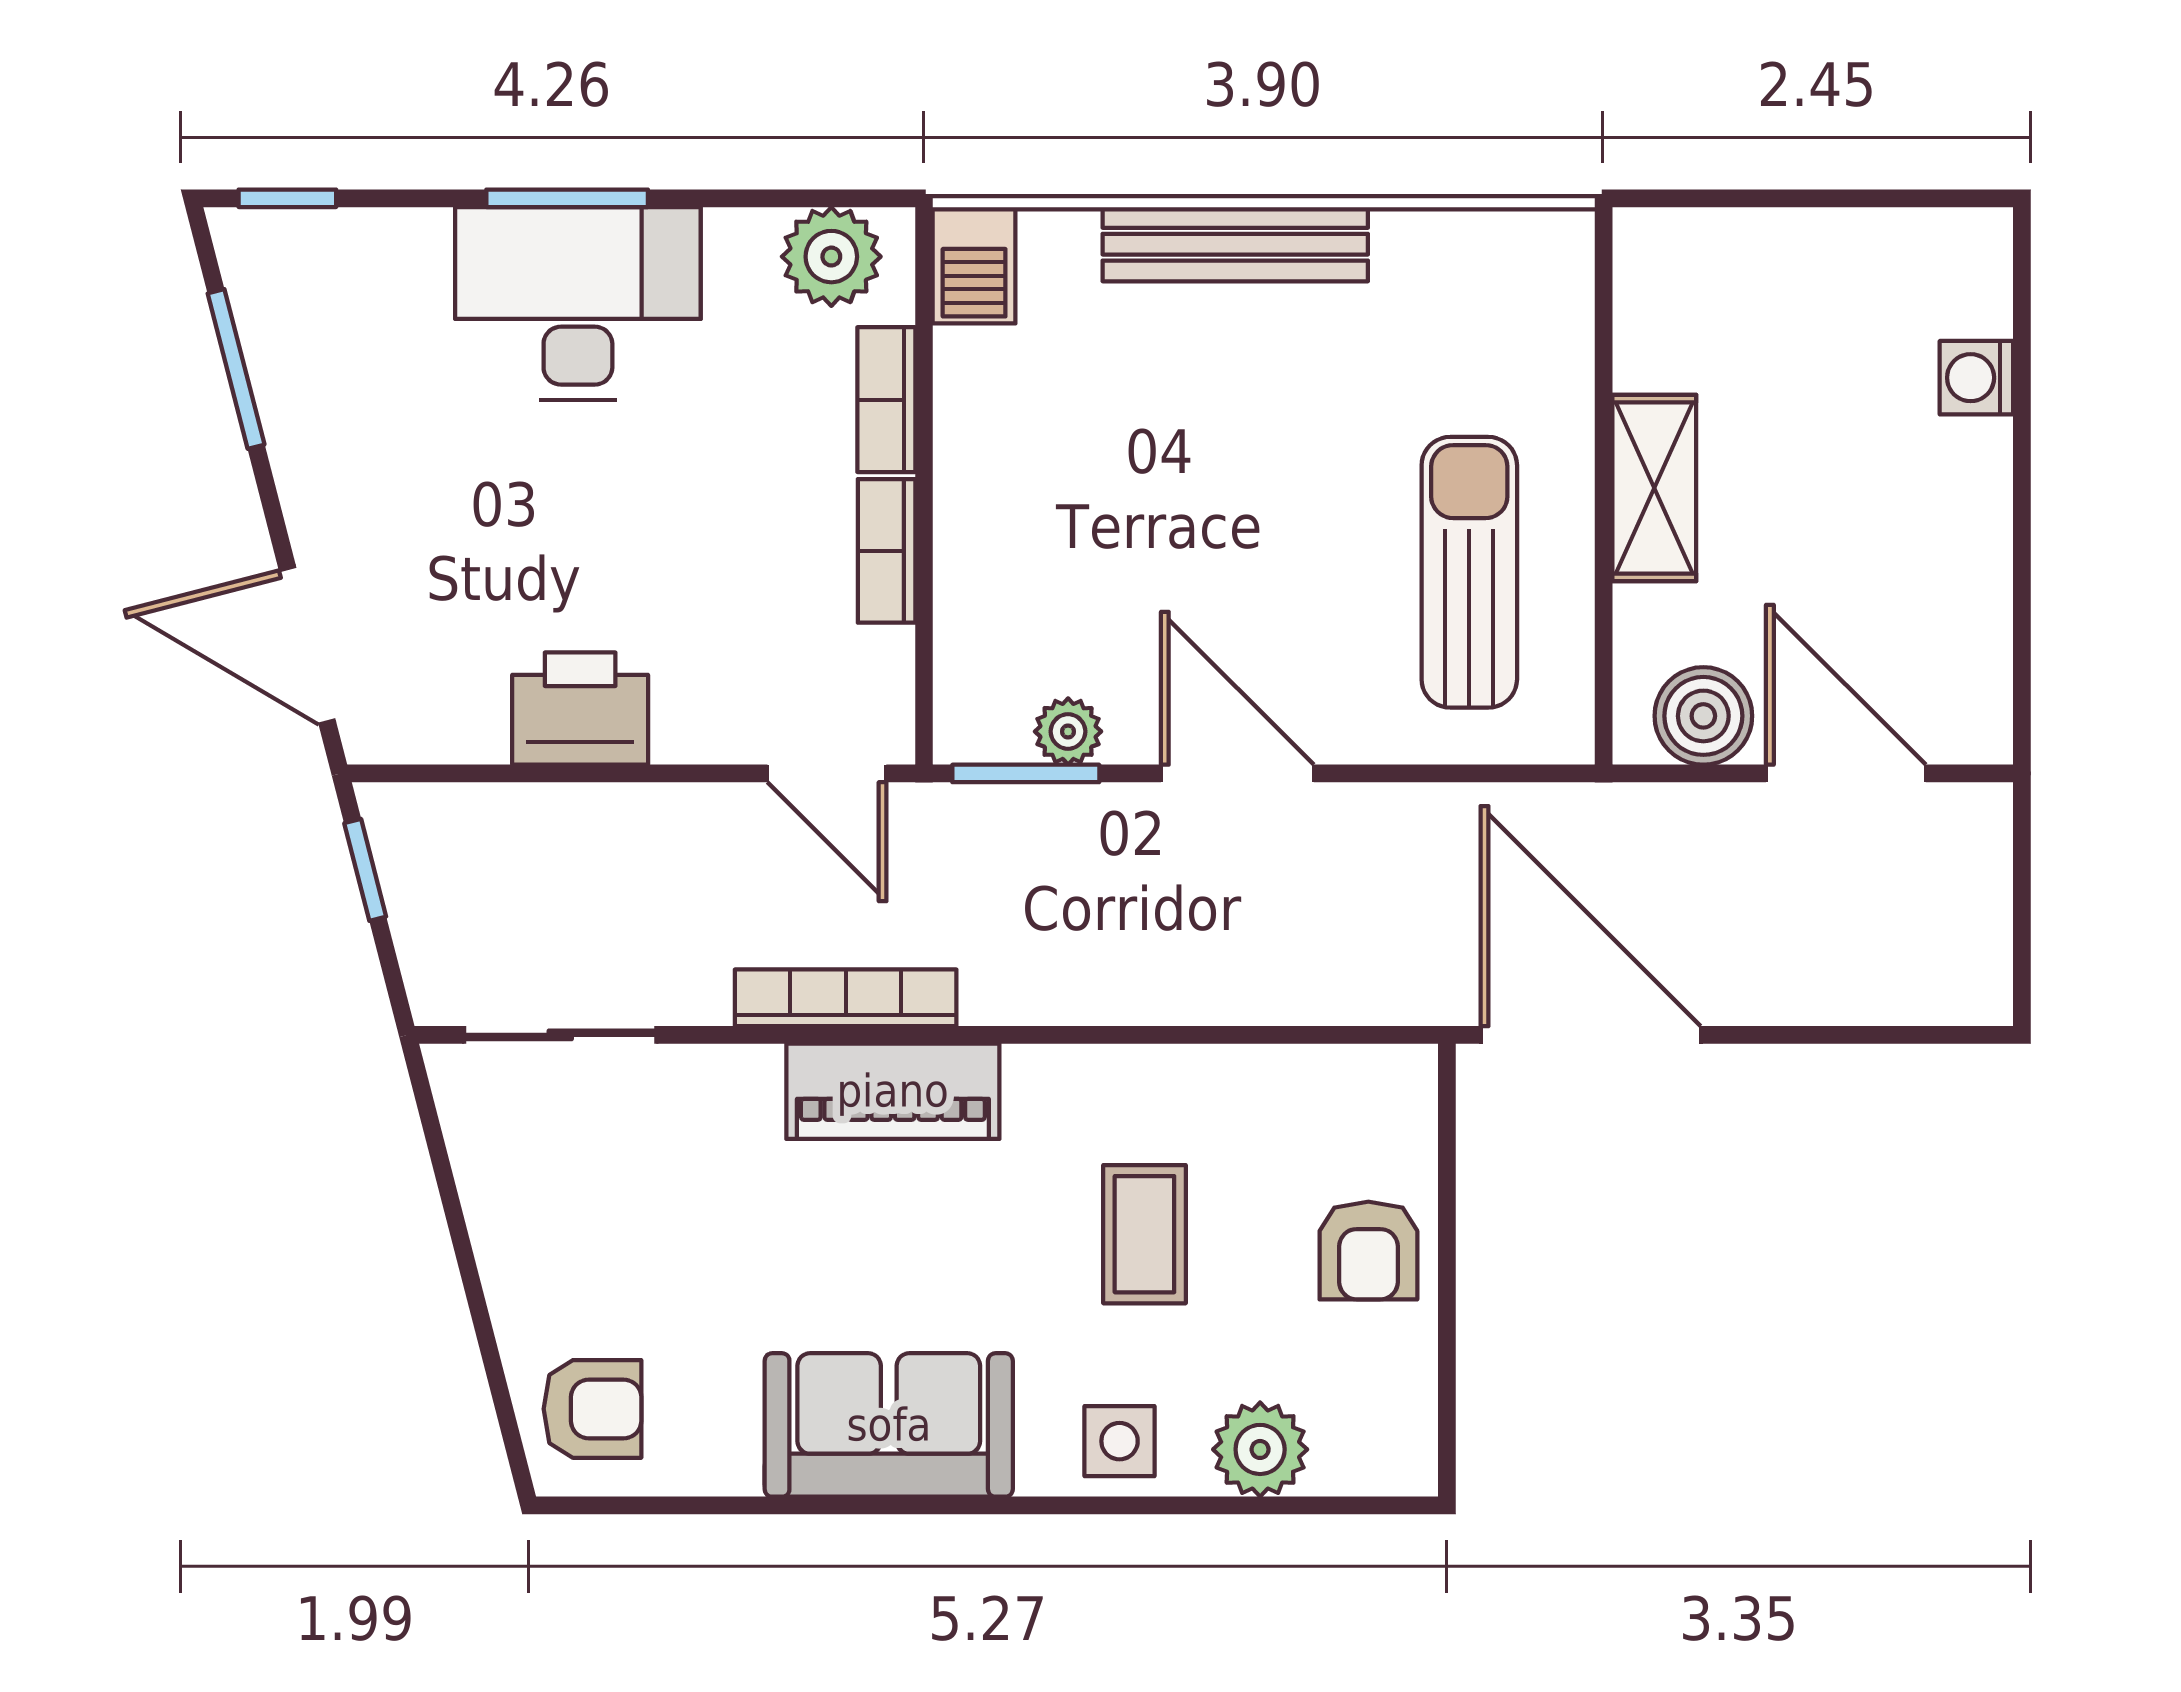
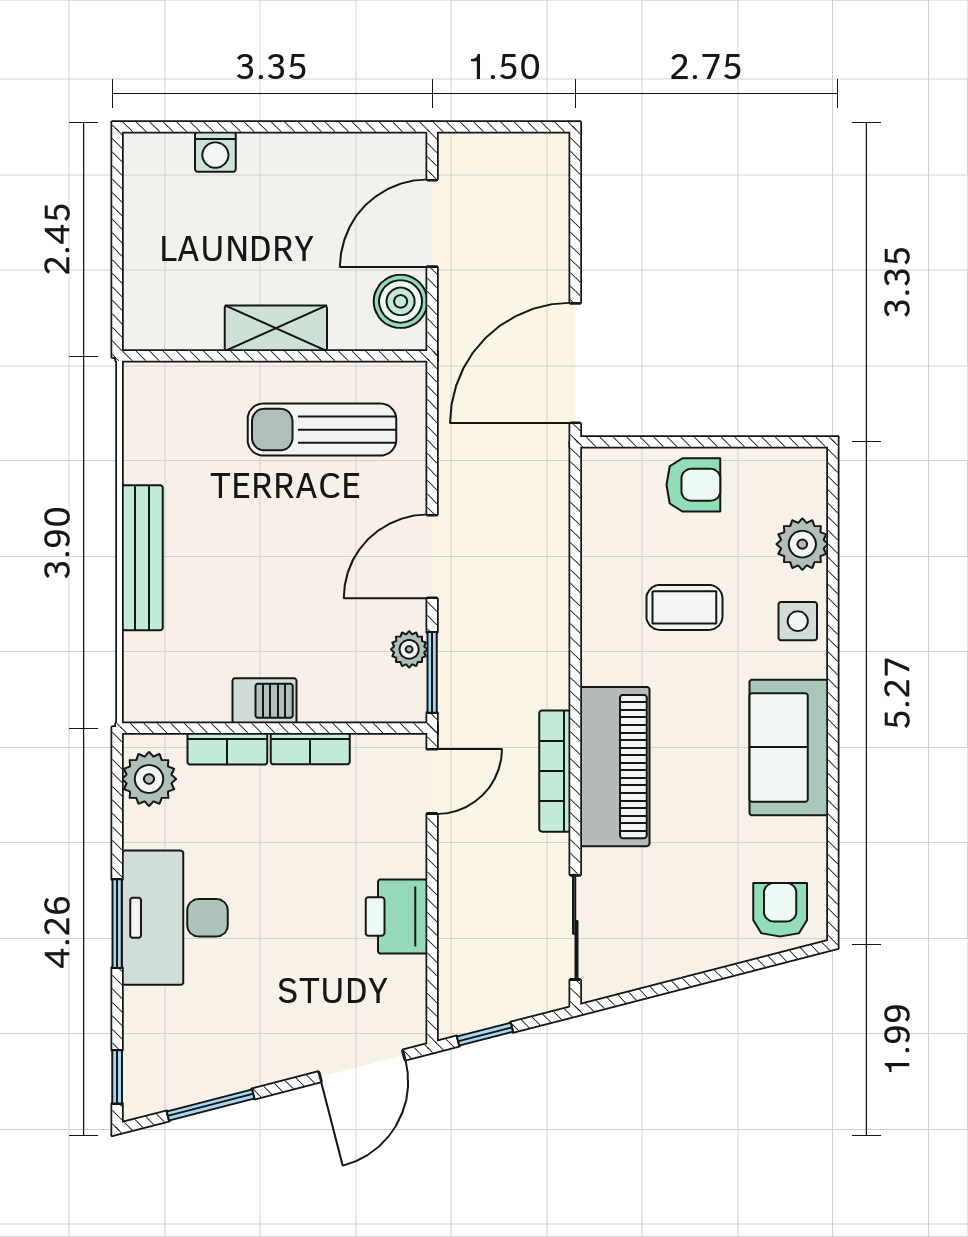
barbecue: (974, 265) -> (265, 701), moved
piano: (893, 1091) -> (615, 767), width x1.37, depth x1.33

